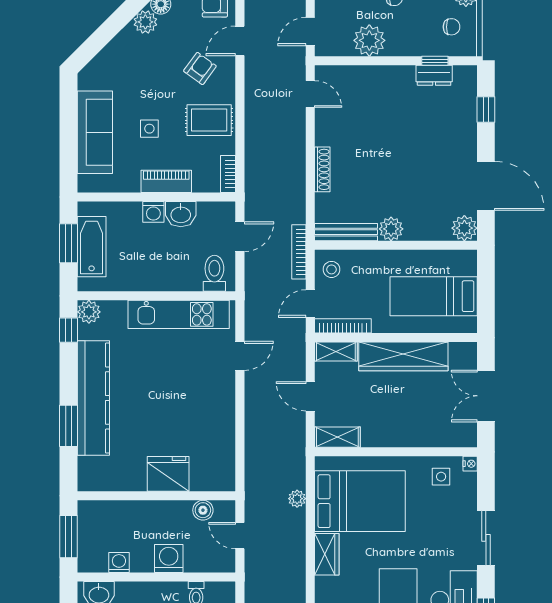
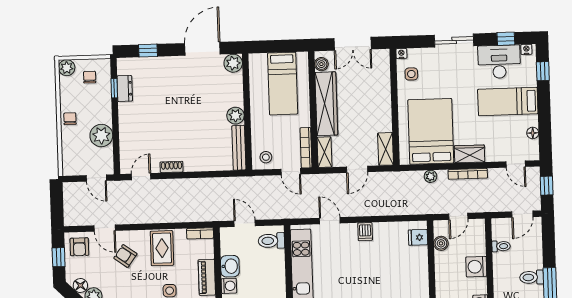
shoe rack: (322, 169) -> (172, 167), moved, width x0.70
bookcase: (299, 252) -> (468, 174), moved
boiler: (459, 351) -> (321, 64), added
dishwasher: (223, 405) -> (365, 232), added
fridge: (168, 474) -> (418, 237), moved, width x0.53, depth x0.75

